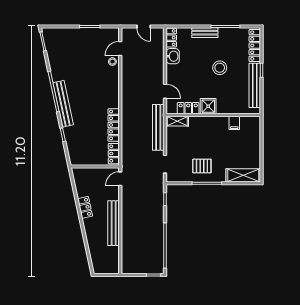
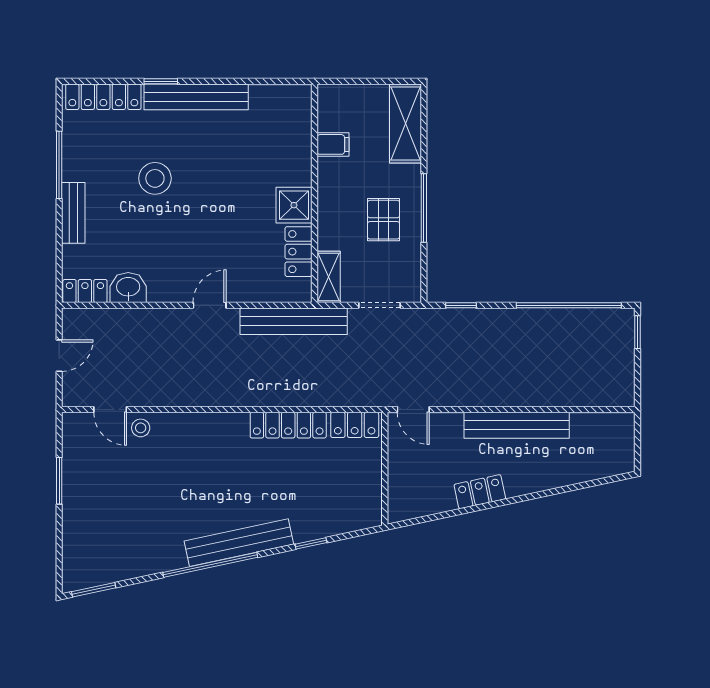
shower: (208, 106) -> (294, 205), moved
locker: (188, 108) -> (298, 252), moved
wall: (213, 115) -> (314, 193), moved
shelving: (177, 121) -> (329, 277), moved
filing cabinet: (234, 123) -> (333, 144), moved

